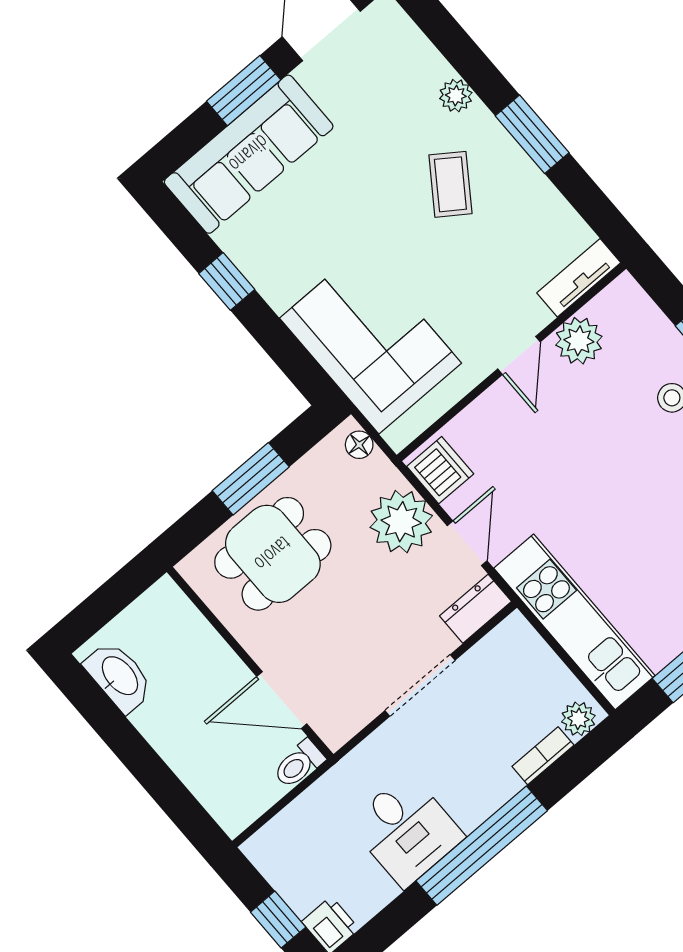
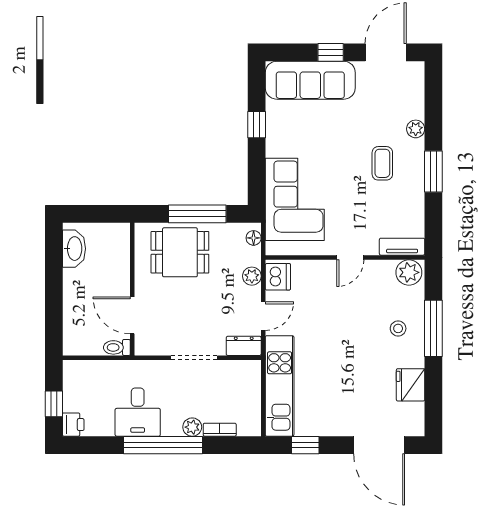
window: (244, 91) -> (331, 52), width x0.67
coffee table: (450, 184) -> (382, 163), turned -35
plant: (579, 341) -> (409, 272), moved
window: (251, 479) -> (197, 214), width x1.44
plant: (401, 522) -> (252, 276), width x0.53, depth x0.53
plant: (578, 719) -> (192, 427), moved

